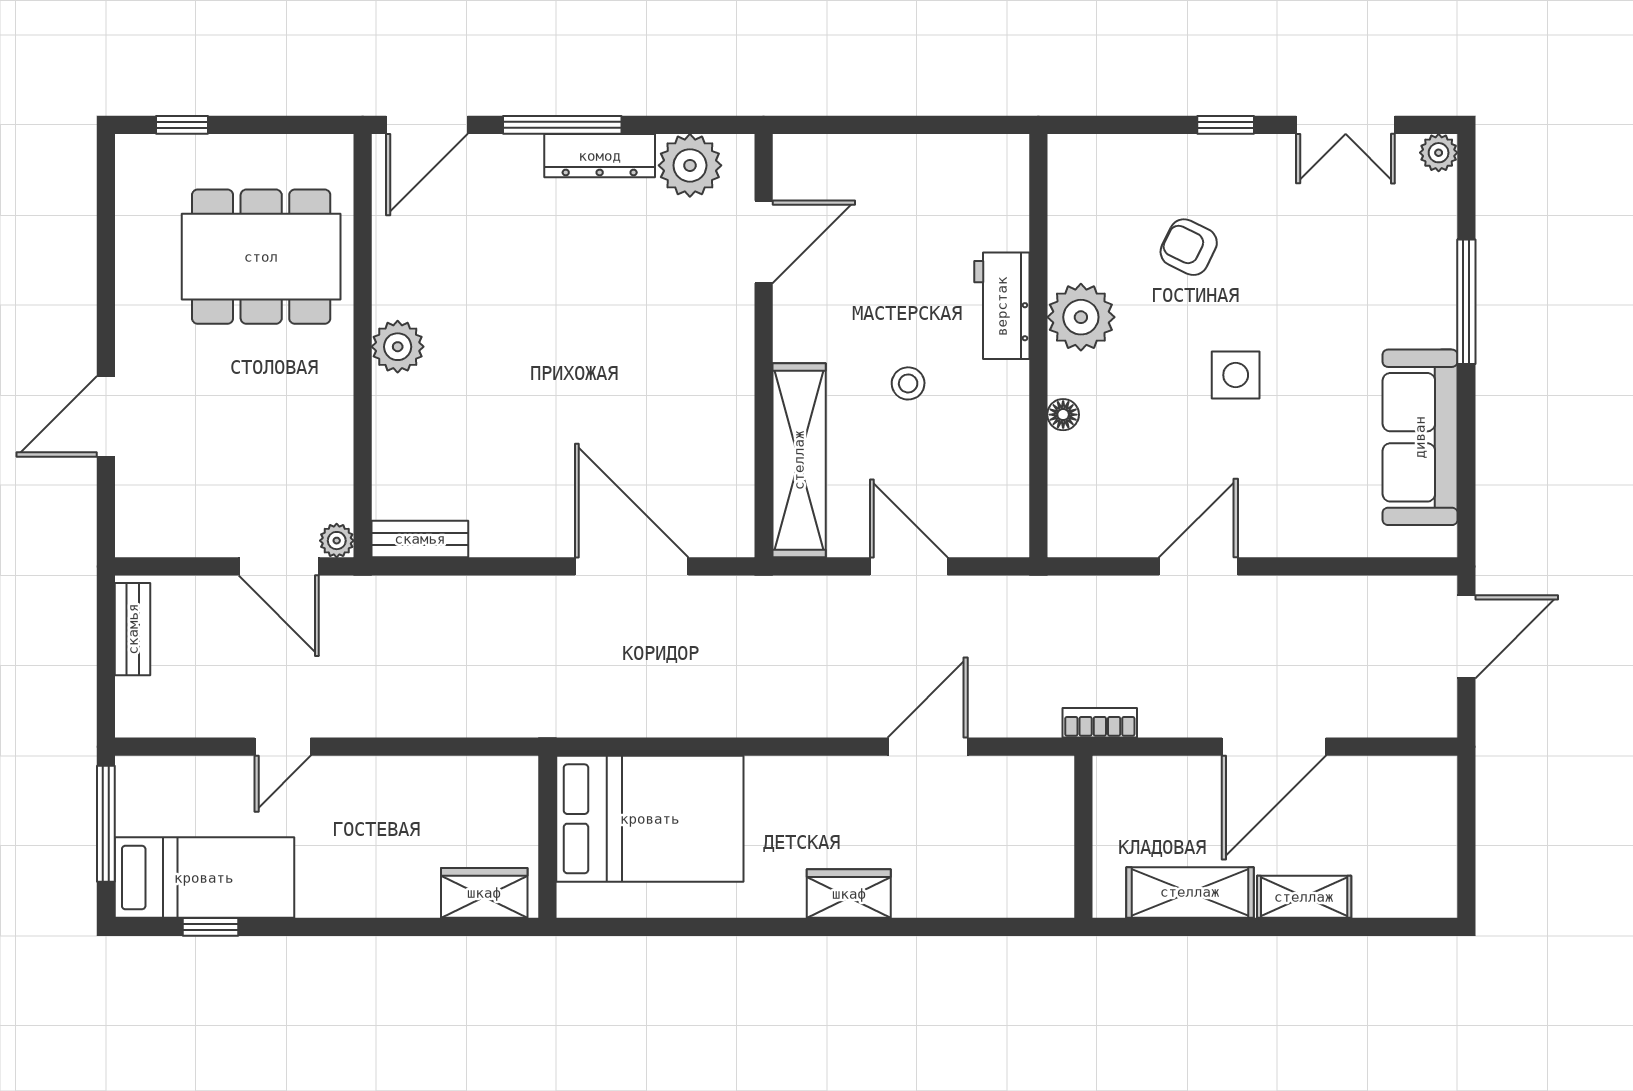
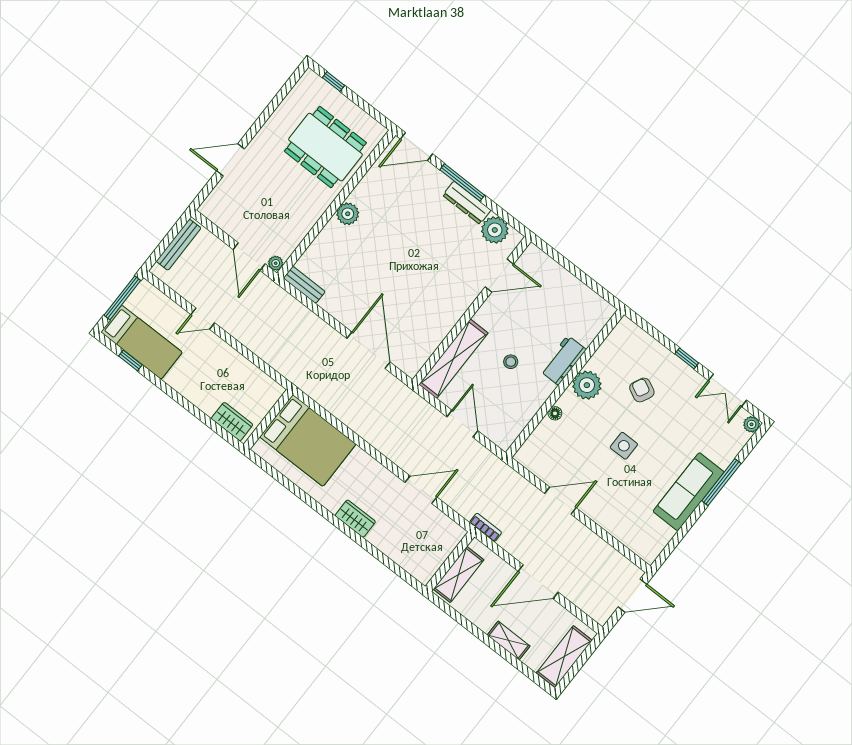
sofa: (1420, 437) -> (689, 492), moved
bench: (133, 629) -> (179, 245), width x1.36
shelving: (1429, 846) -> (564, 657), added
shelving: (1190, 892) -> (459, 574), moved, turned 90

